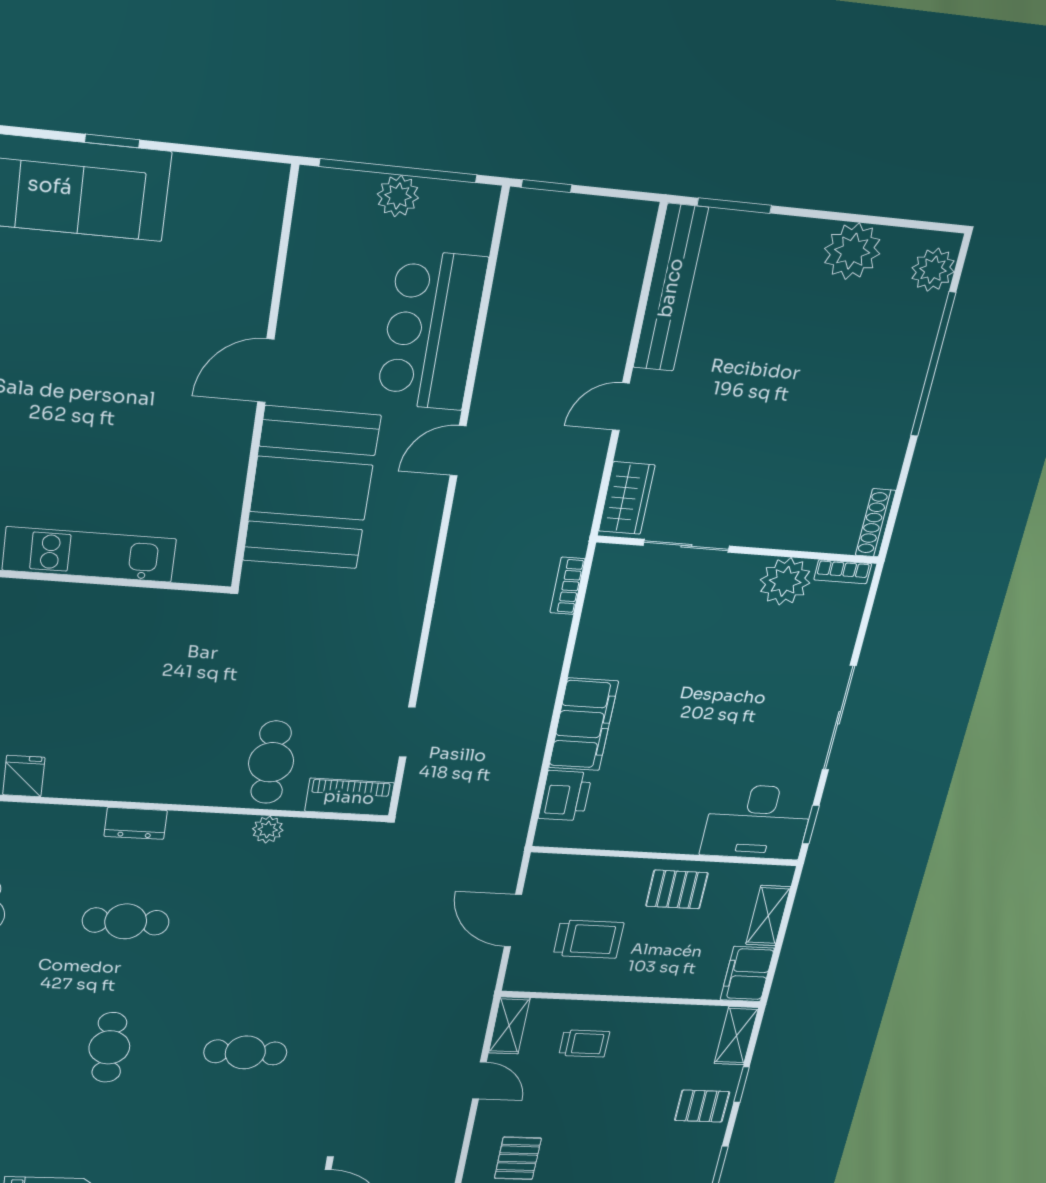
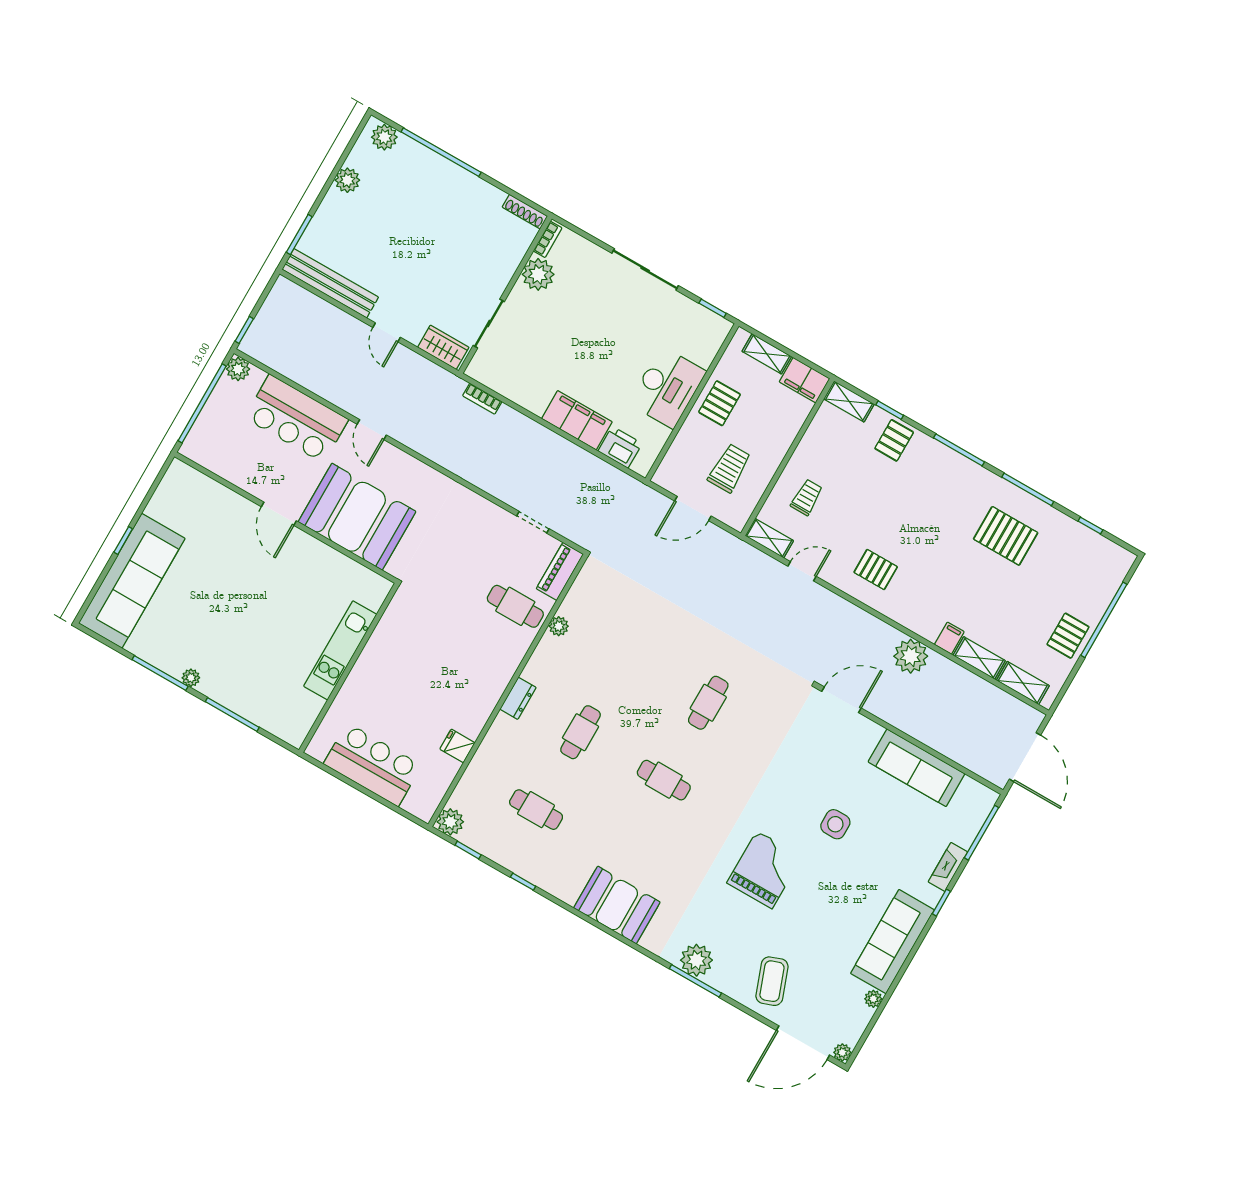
plant: (398, 196) -> (238, 369), moved
plant: (852, 251) -> (347, 180), width x0.73, depth x0.73
desk: (758, 822) -> (667, 387), moved

